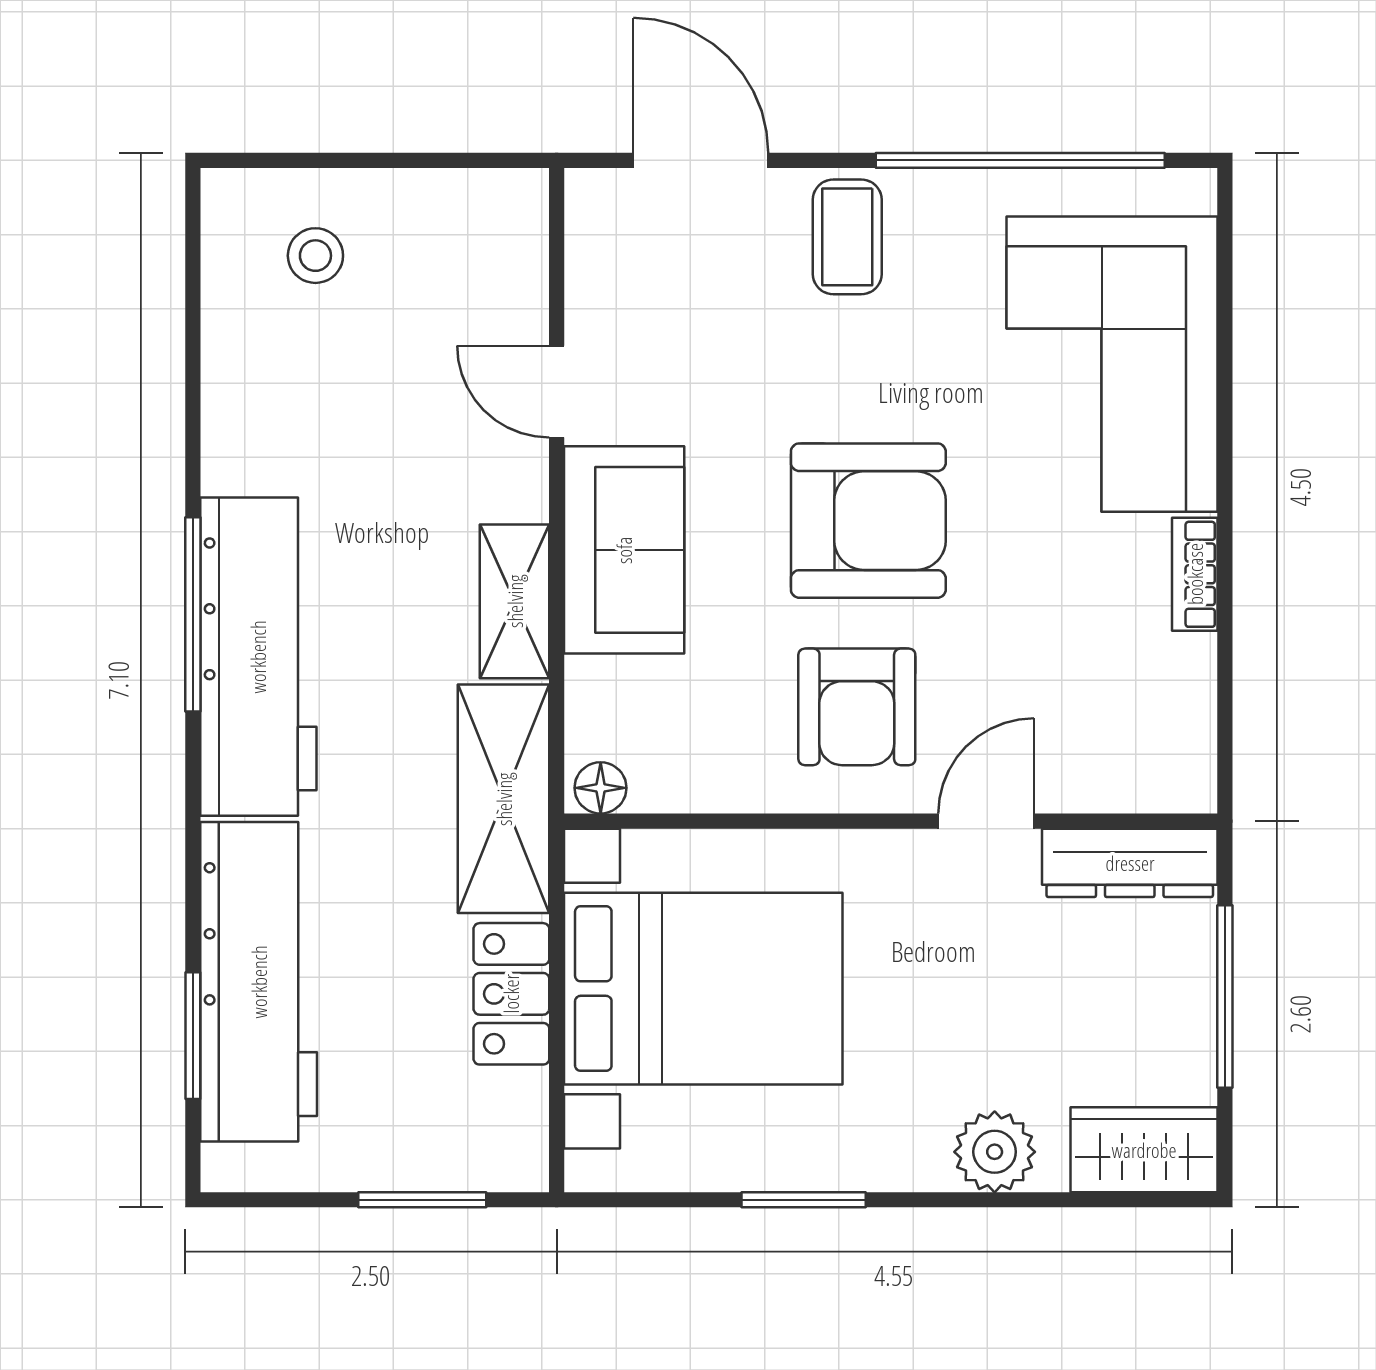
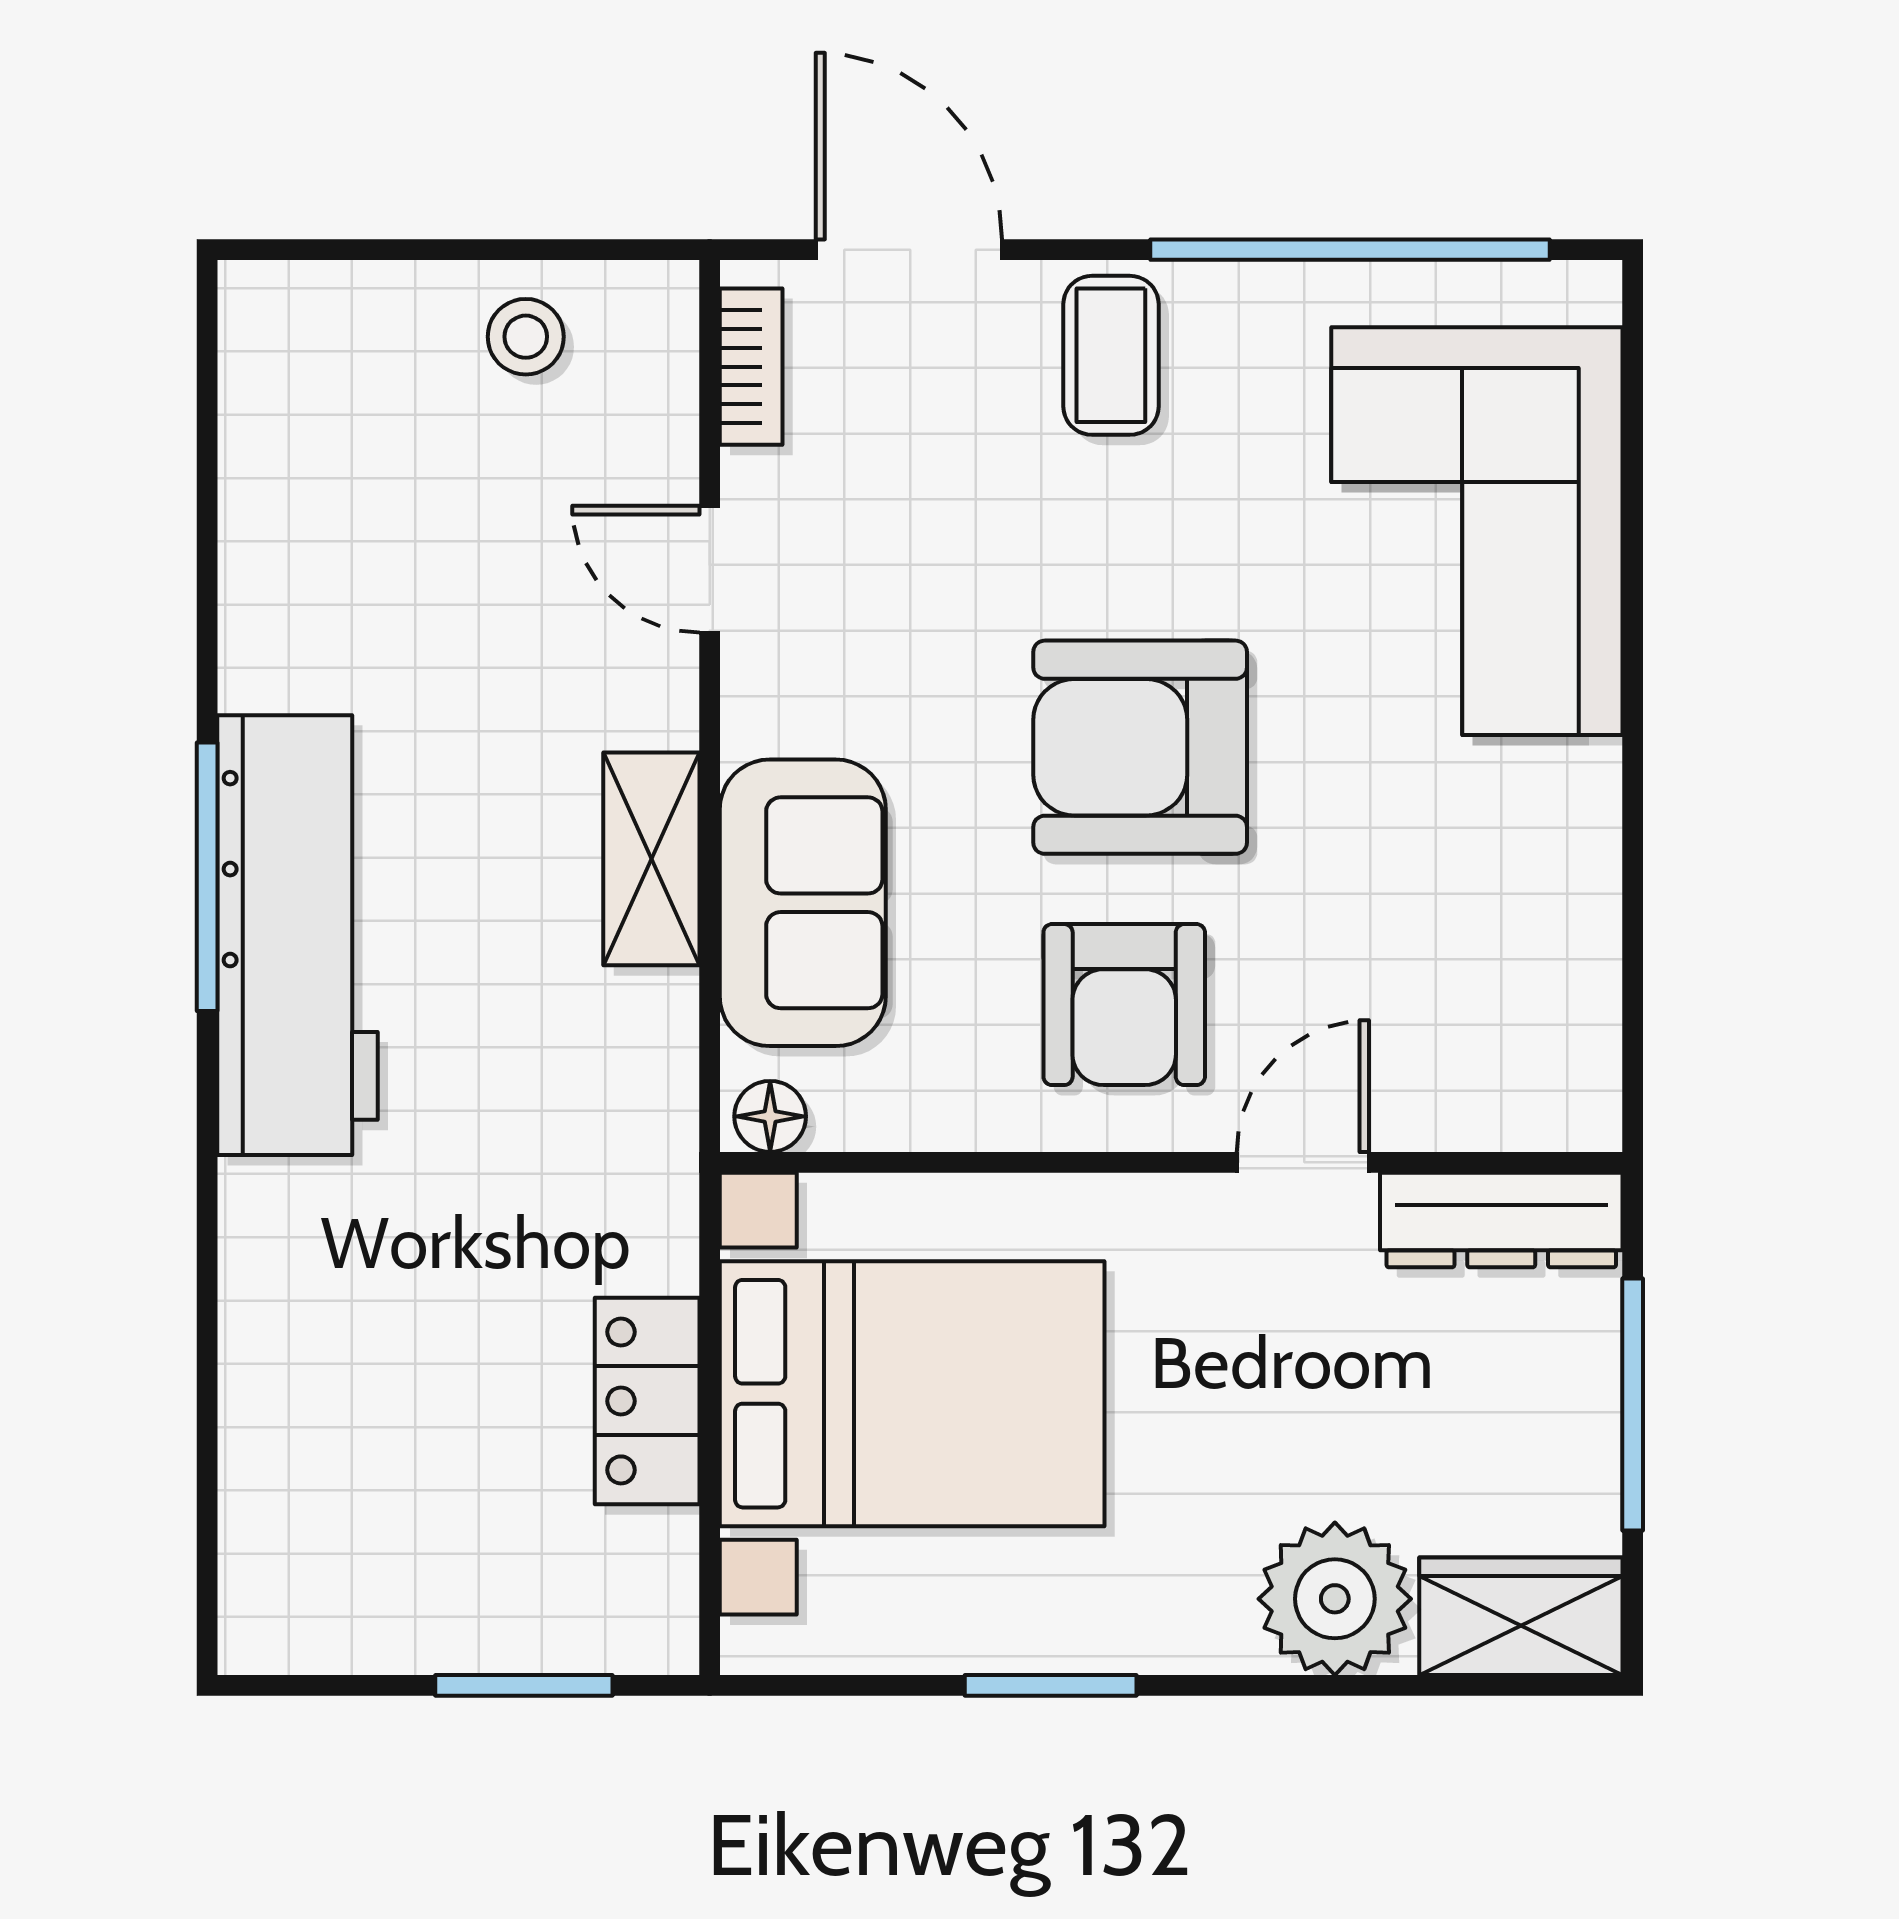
stool: (315, 256) -> (526, 337), moved
armchair: (868, 521) -> (1140, 747), turned 180
sofa: (624, 550) -> (803, 903), moved
bookcase: (1195, 574) -> (751, 367), moved, turned 180
shelving: (504, 799) -> (636, 1131), removed
workbench: (259, 982) -> (298, 1384), removed
window: (193, 1036) -> (207, 1459), removed
plant: (995, 1152) -> (1335, 1599), width x1.36, depth x1.36

